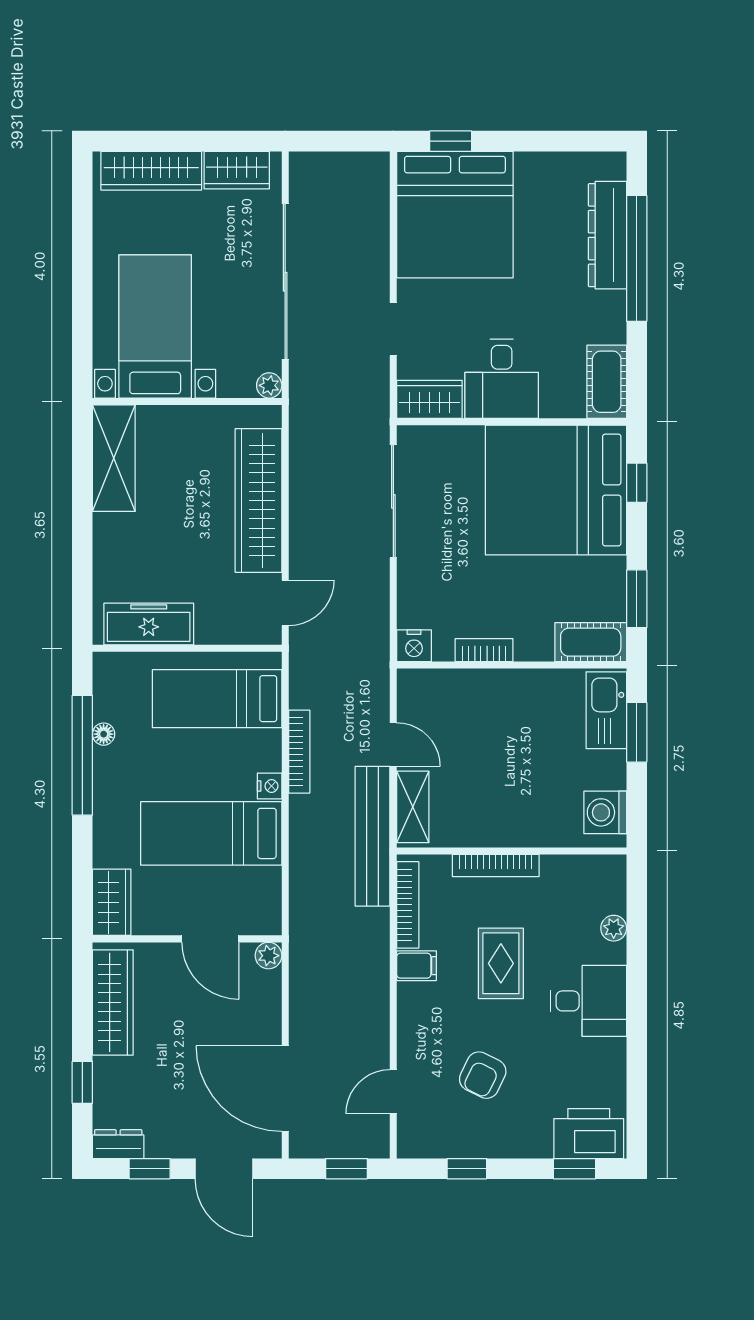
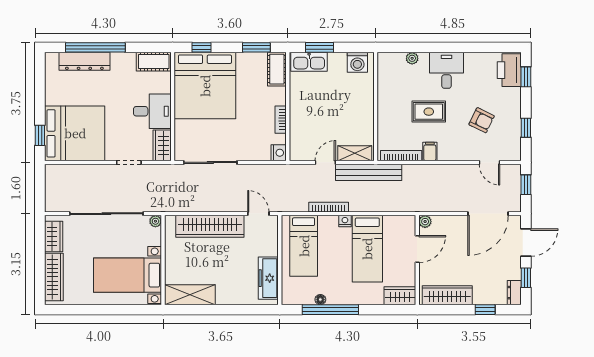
bookcase: (496, 865) -> (382, 114), removed

